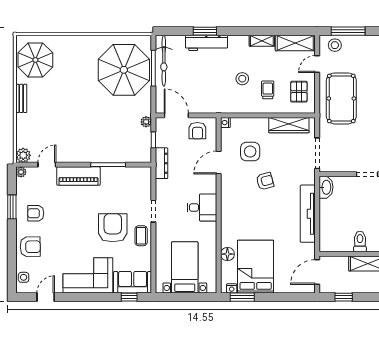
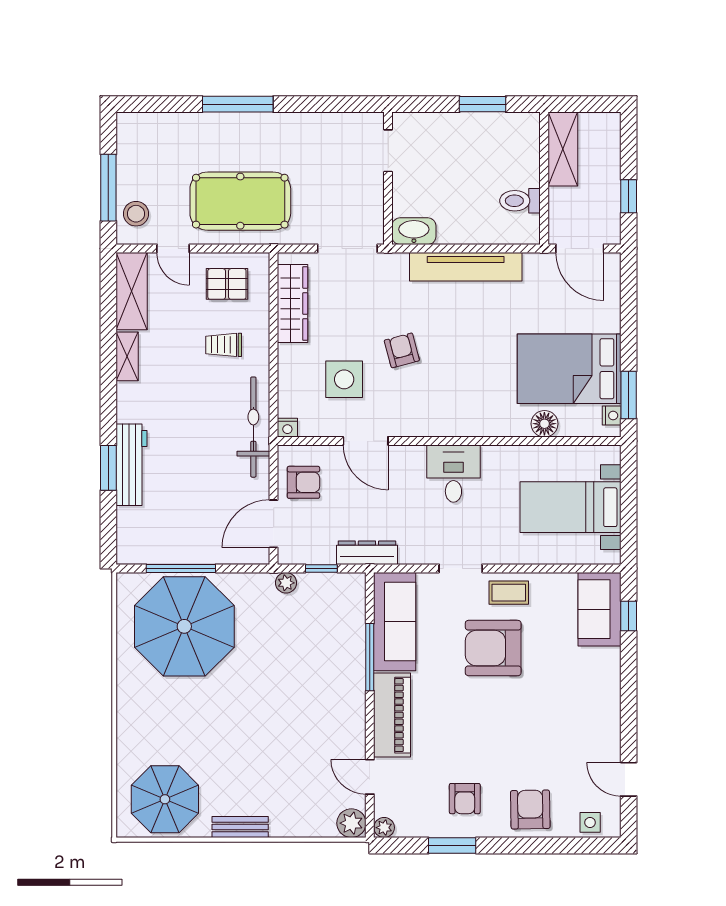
bicycle: (164, 61) -> (253, 427), moved, turned -90
stool: (242, 79) -> (202, 395), removed
sofa: (126, 177) -> (395, 622), added
toilet: (360, 241) -> (520, 201), moved
corner sofa: (88, 275) -> (586, 697), removed

